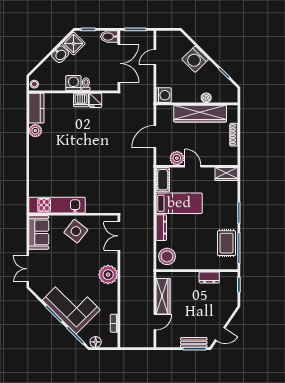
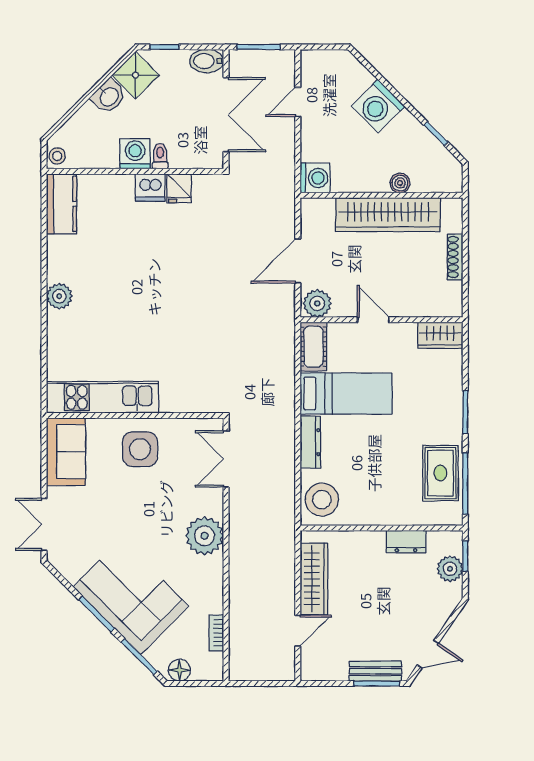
plant: (35, 131) -> (59, 296), moved
plant: (177, 158) -> (317, 303), moved
side table: (76, 231) -> (140, 449), turned -38
plant: (231, 291) -> (450, 569), added

